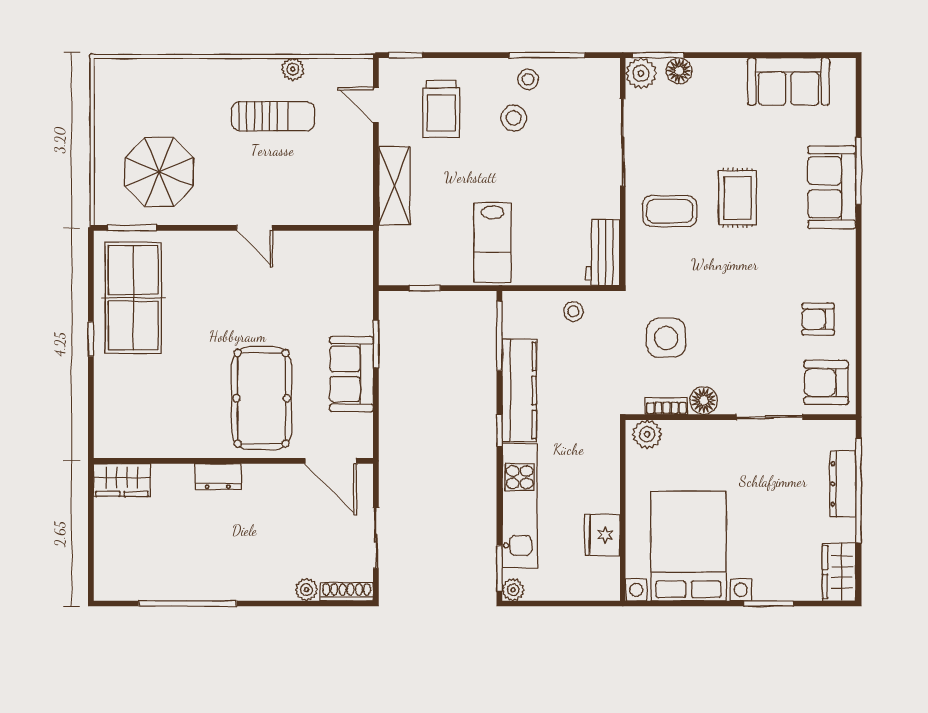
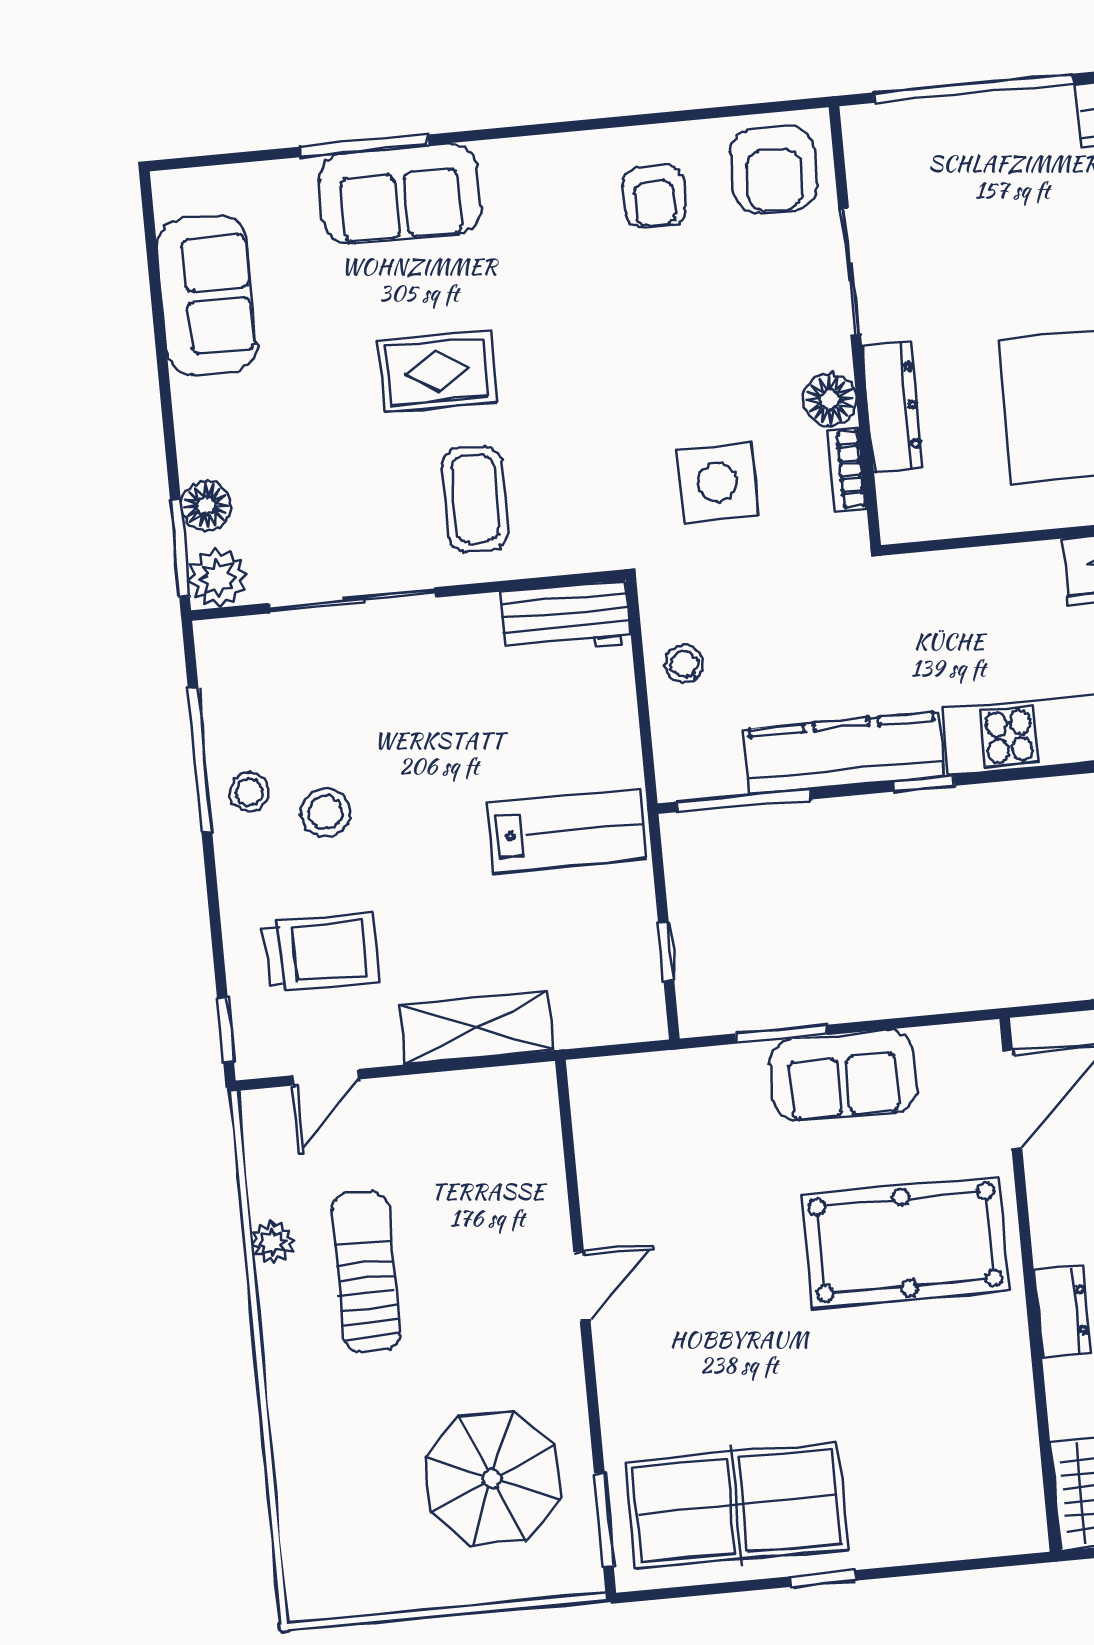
plant: (647, 434) -> (904, 501), removed
dresser: (843, 484) -> (893, 407), moved, turned -90

